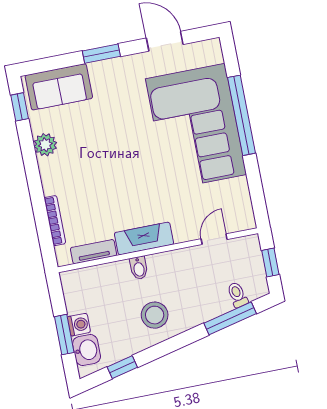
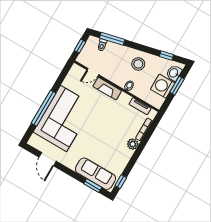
window: (101, 54) -> (93, 186), moved
sofa: (59, 87) -> (95, 174), width x1.36
plant: (45, 145) -> (133, 144), moved
fireplace: (144, 239) -> (107, 89), moved
washing machine: (79, 325) -> (163, 86), width x1.89, depth x1.89

